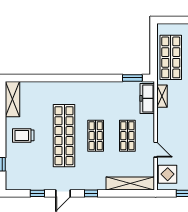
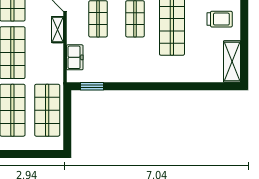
shelving: (162, 96) -> (57, 30), moved
freezer: (147, 98) -> (75, 57), width x0.71

